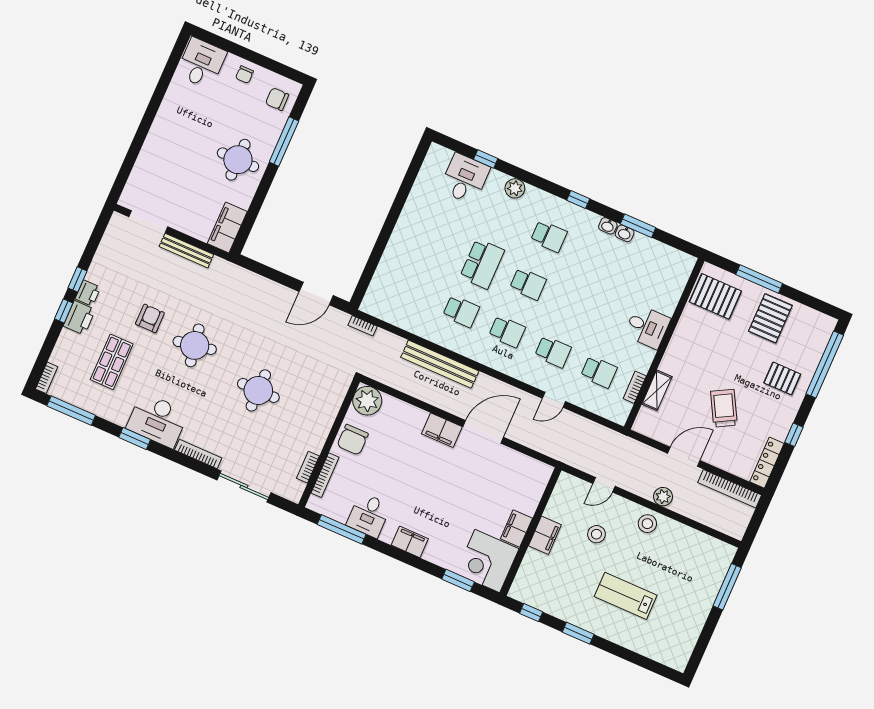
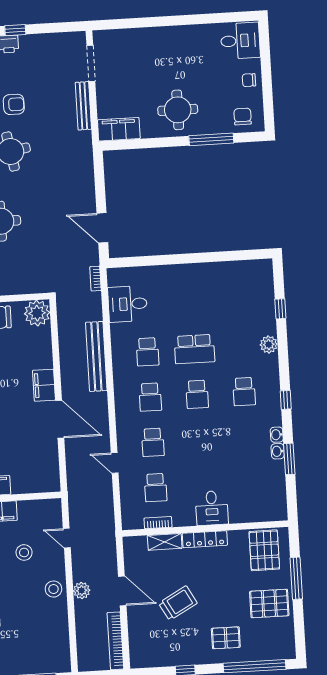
desk: (465, 179) -> (128, 304), moved, turned 180
pallet: (782, 378) -> (226, 638), turned 90
locker: (767, 463) -> (205, 539), moved, turned 180

